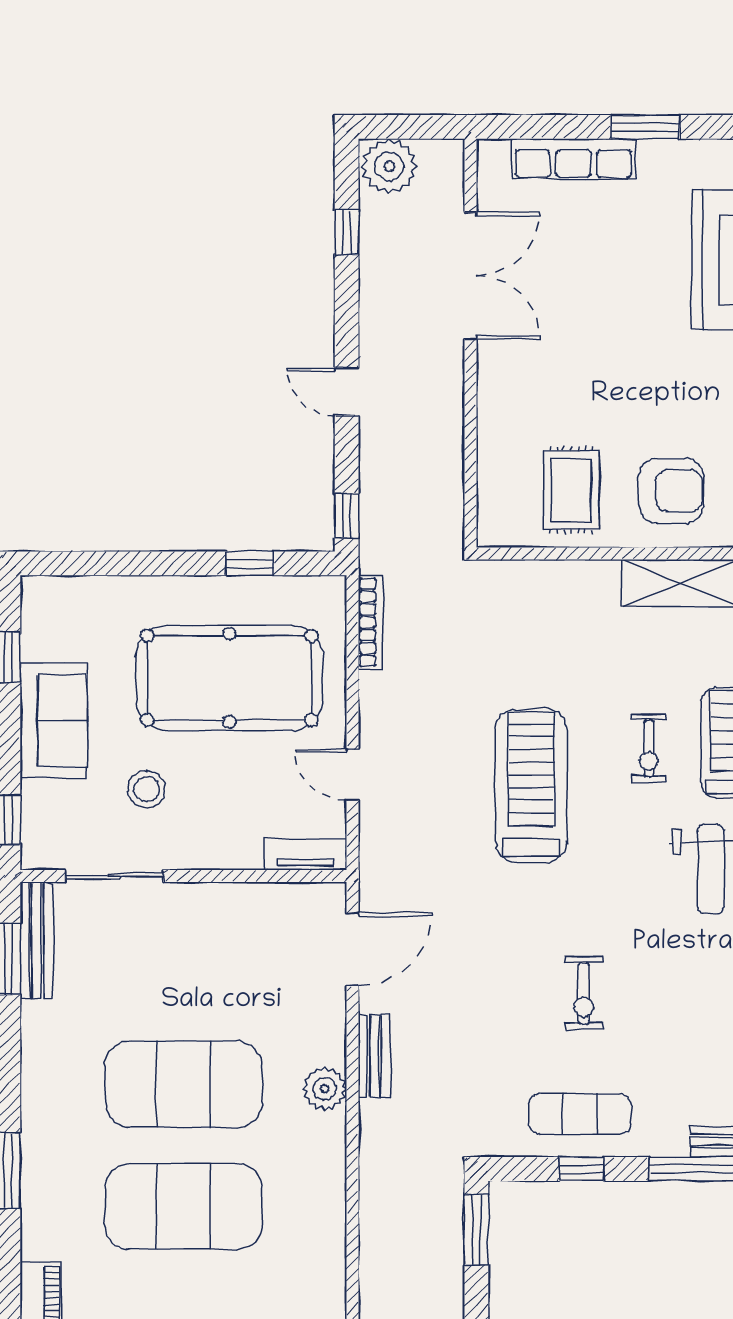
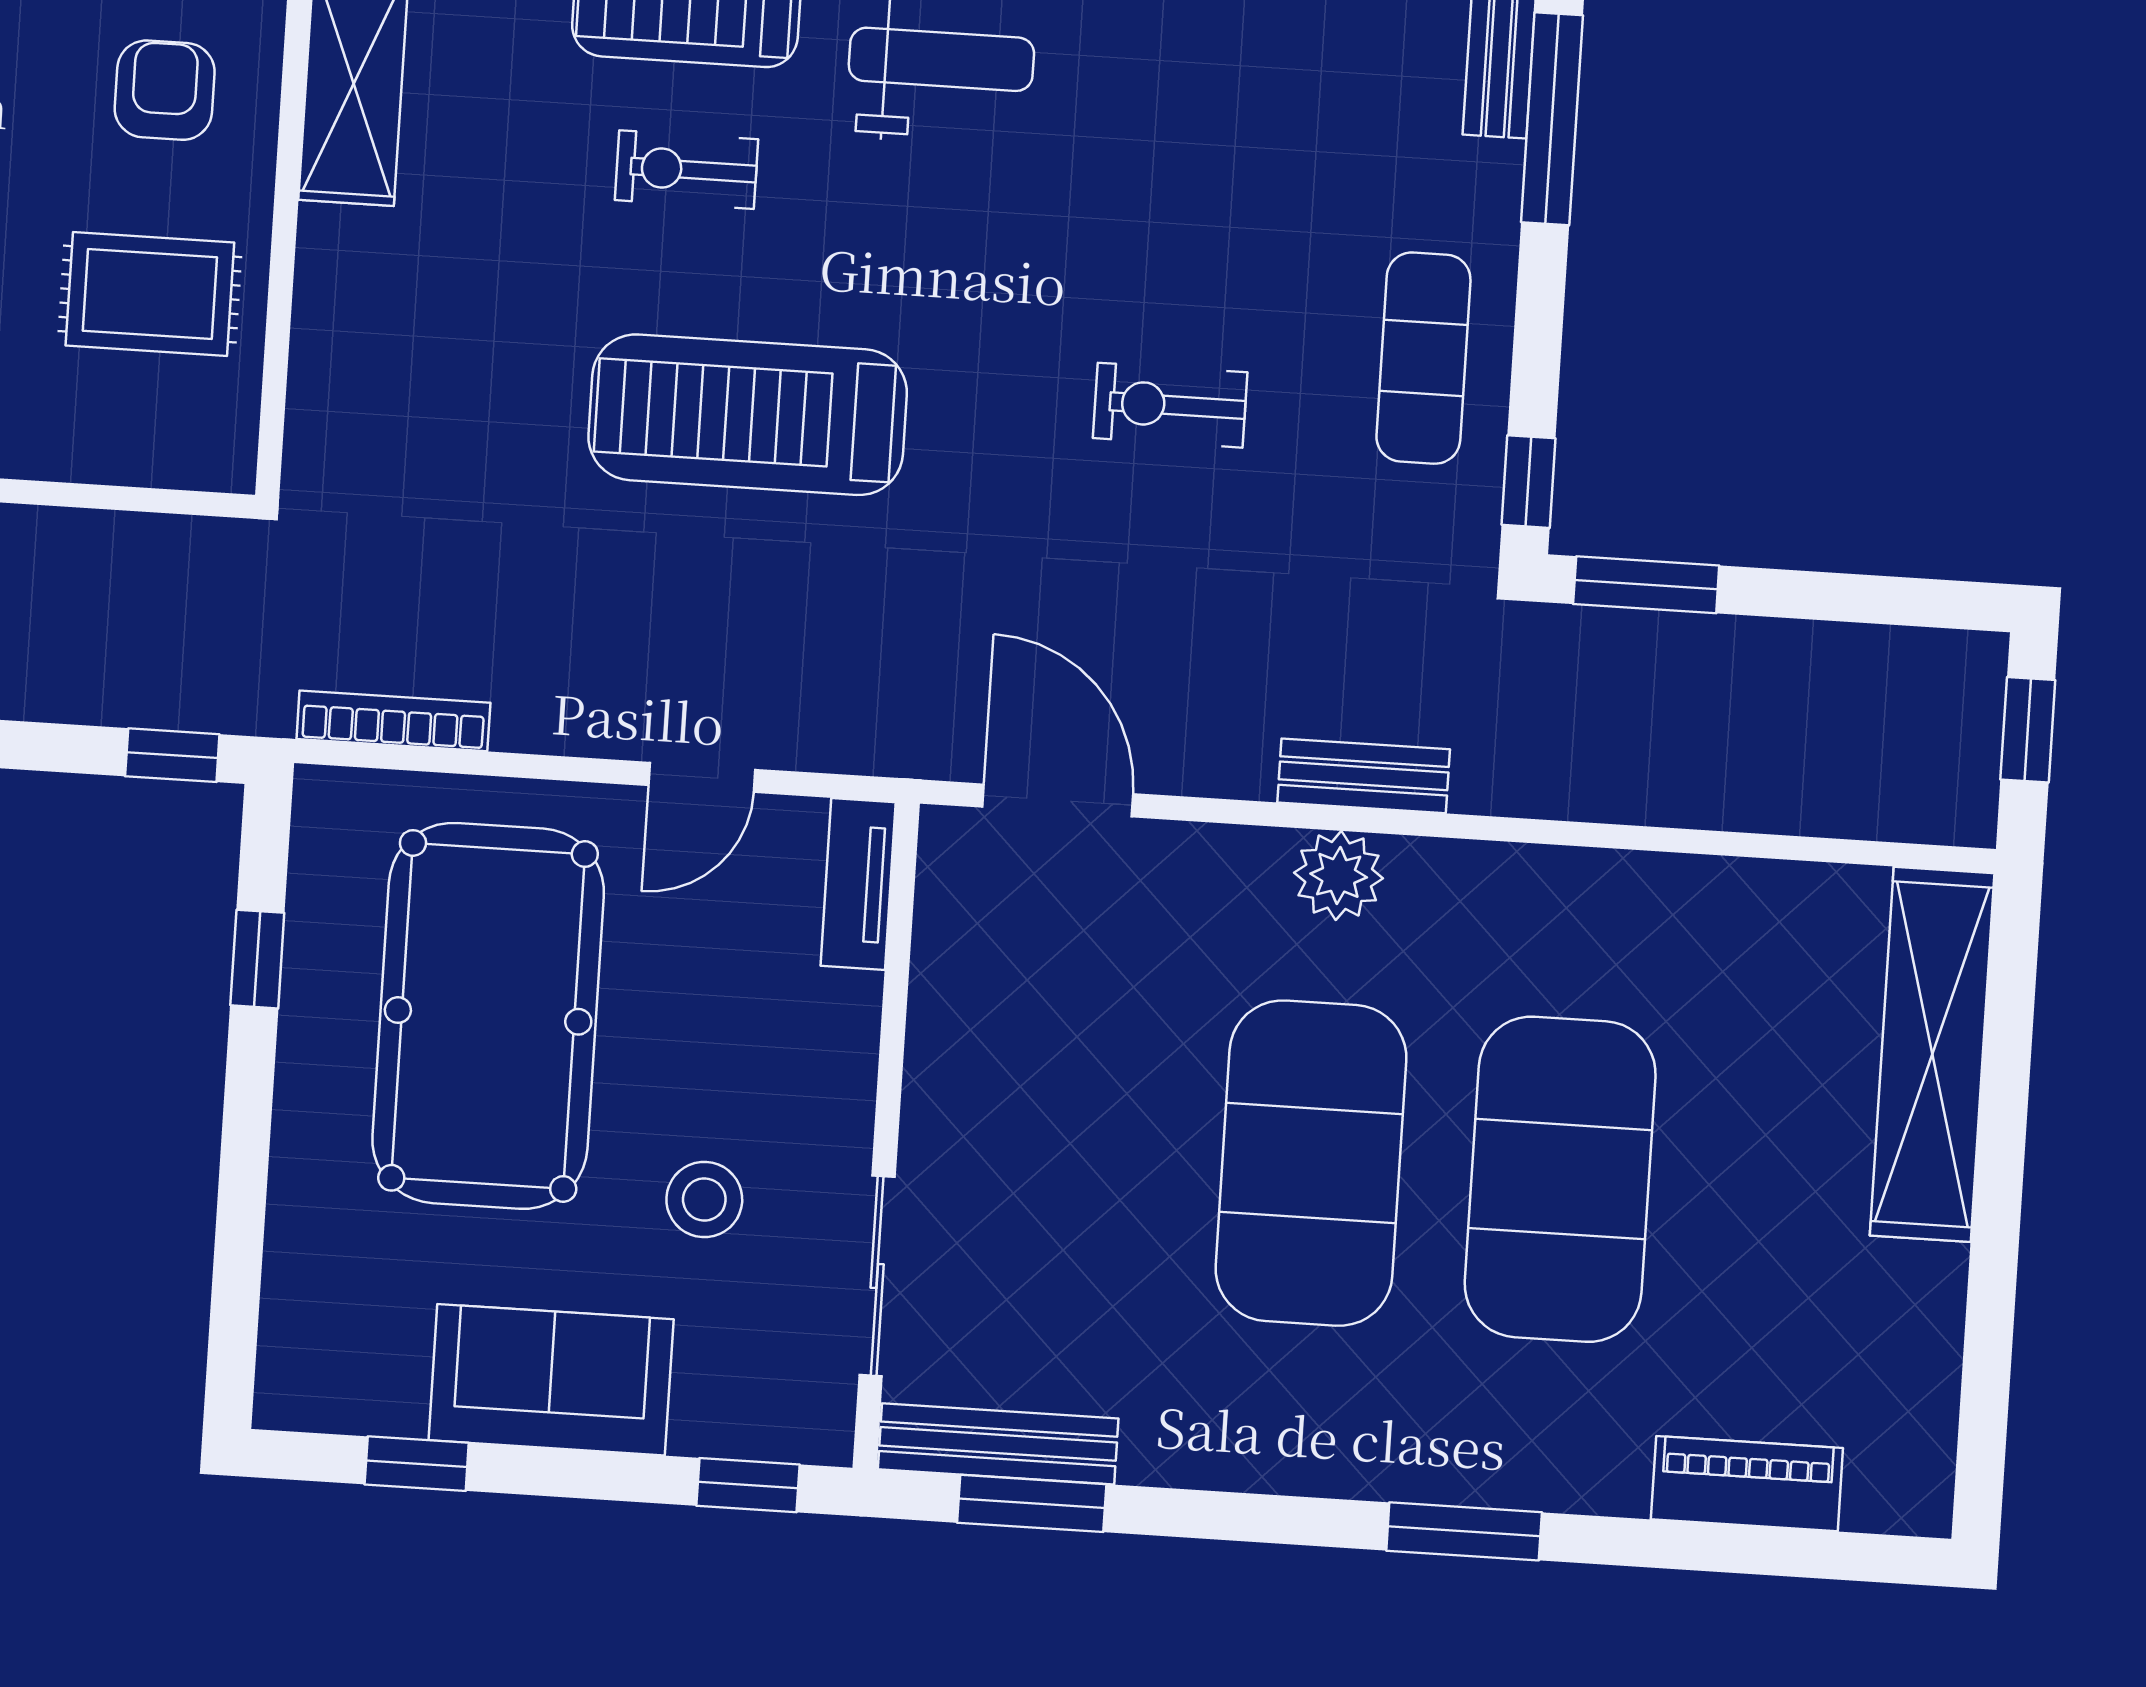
armchair: (671, 491) -> (165, 90), width x0.72, depth x0.72
exercise bike: (649, 748) -> (687, 170), turned 180
exercise bike: (584, 993) -> (1170, 405), moved, turned 180
bench: (374, 1056) -> (1364, 776), moved
window: (582, 1169) -> (1528, 482), moved

